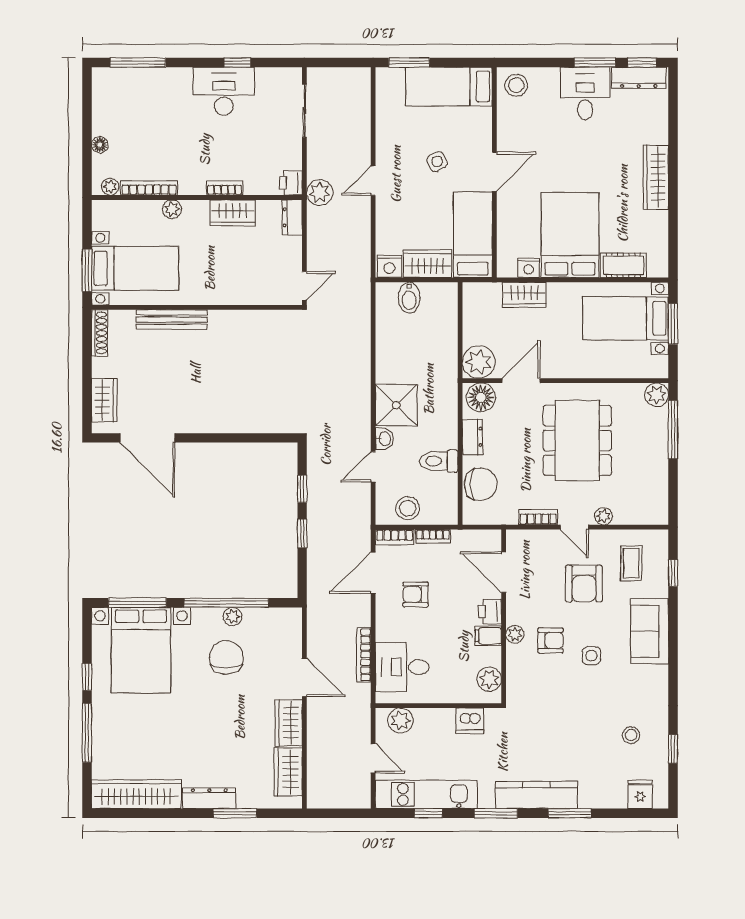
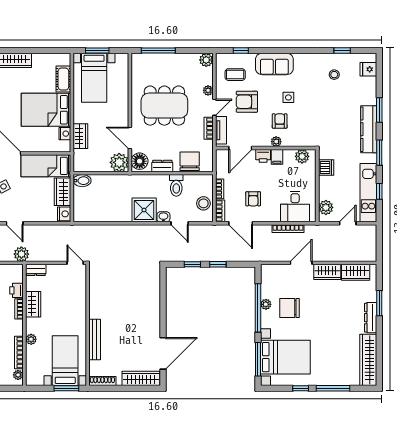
printer: (291, 183) -> (16, 290), moved, turned 90
bidet: (409, 298) -> (82, 181), moved
plant: (657, 395) -> (206, 60), moved
wardrobe: (104, 400) -> (141, 378), width x1.50
tv unit: (535, 539) -> (221, 130), added
armchair: (584, 584) -> (247, 102), turned 180

